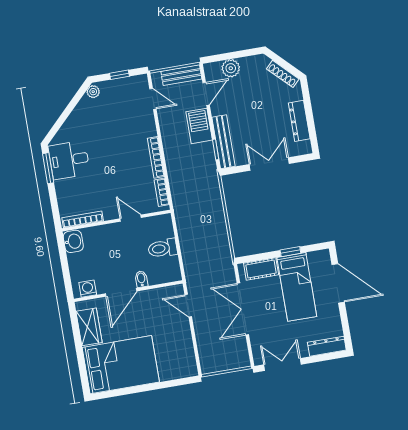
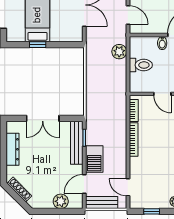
plant: (191, 260) -> (119, 52), added
cot: (261, 269) -> (64, 35), removed

